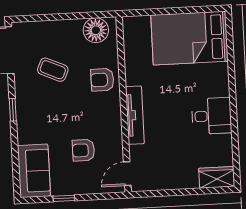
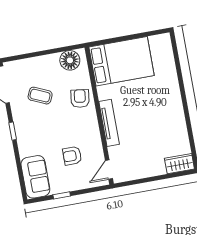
bed: (189, 38) -> (122, 61), moved, turned 180
armchair: (102, 80) -> (80, 99), turned 98
desk: (212, 116) -> (169, 116), removed

